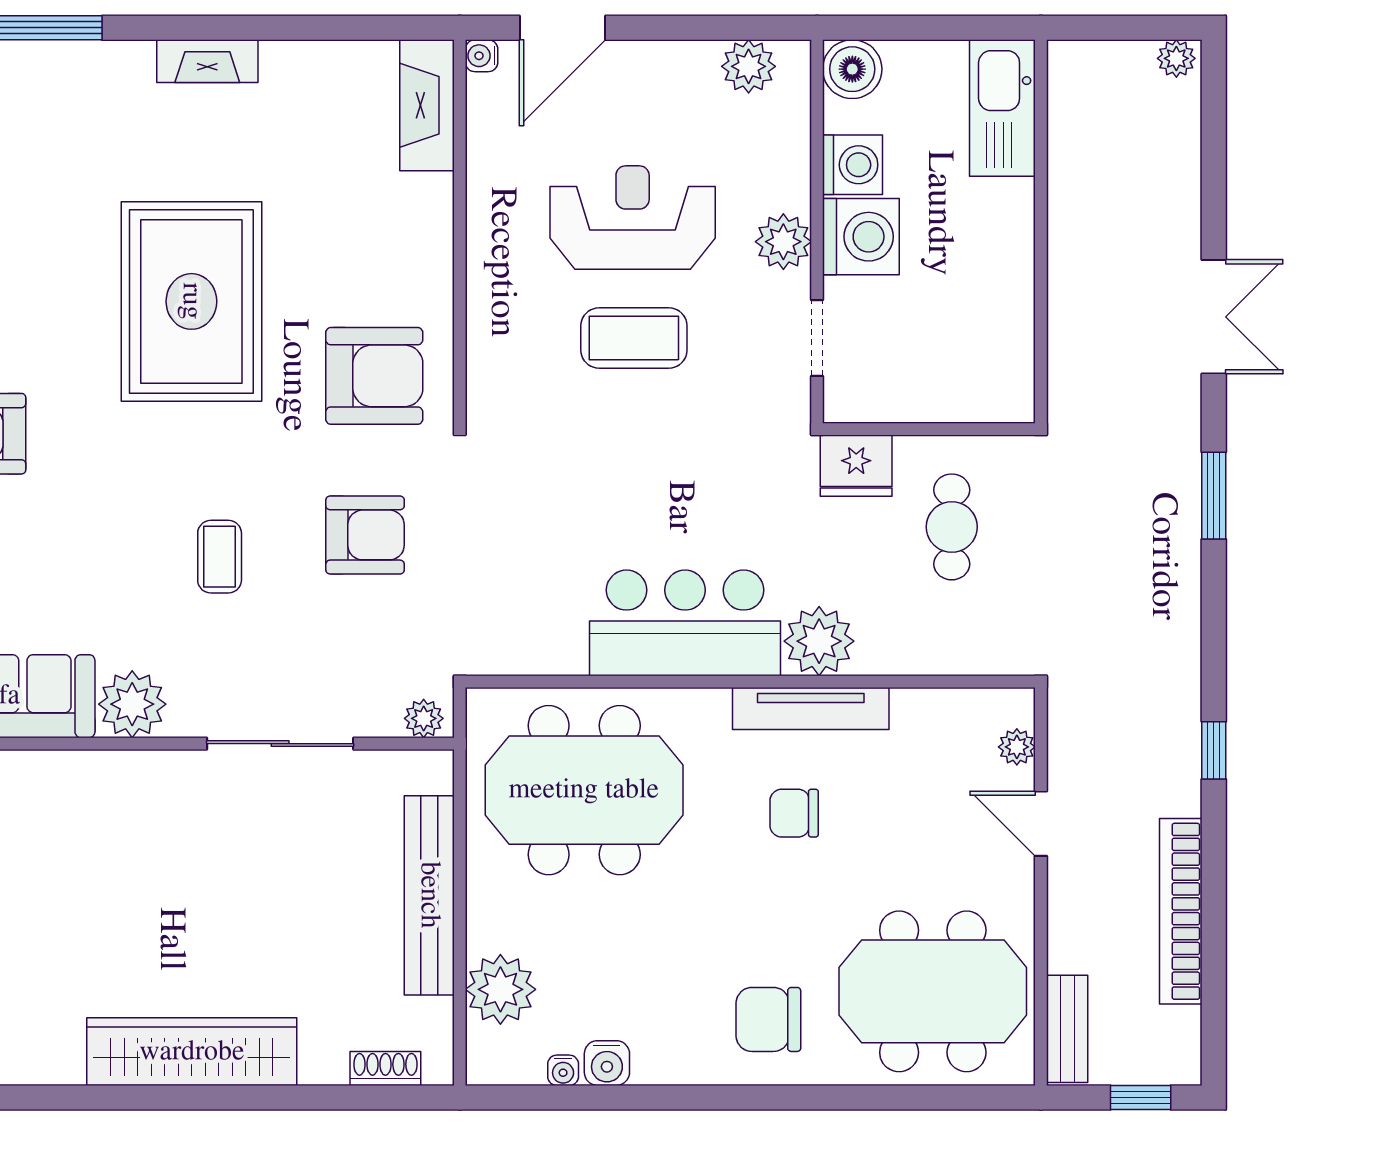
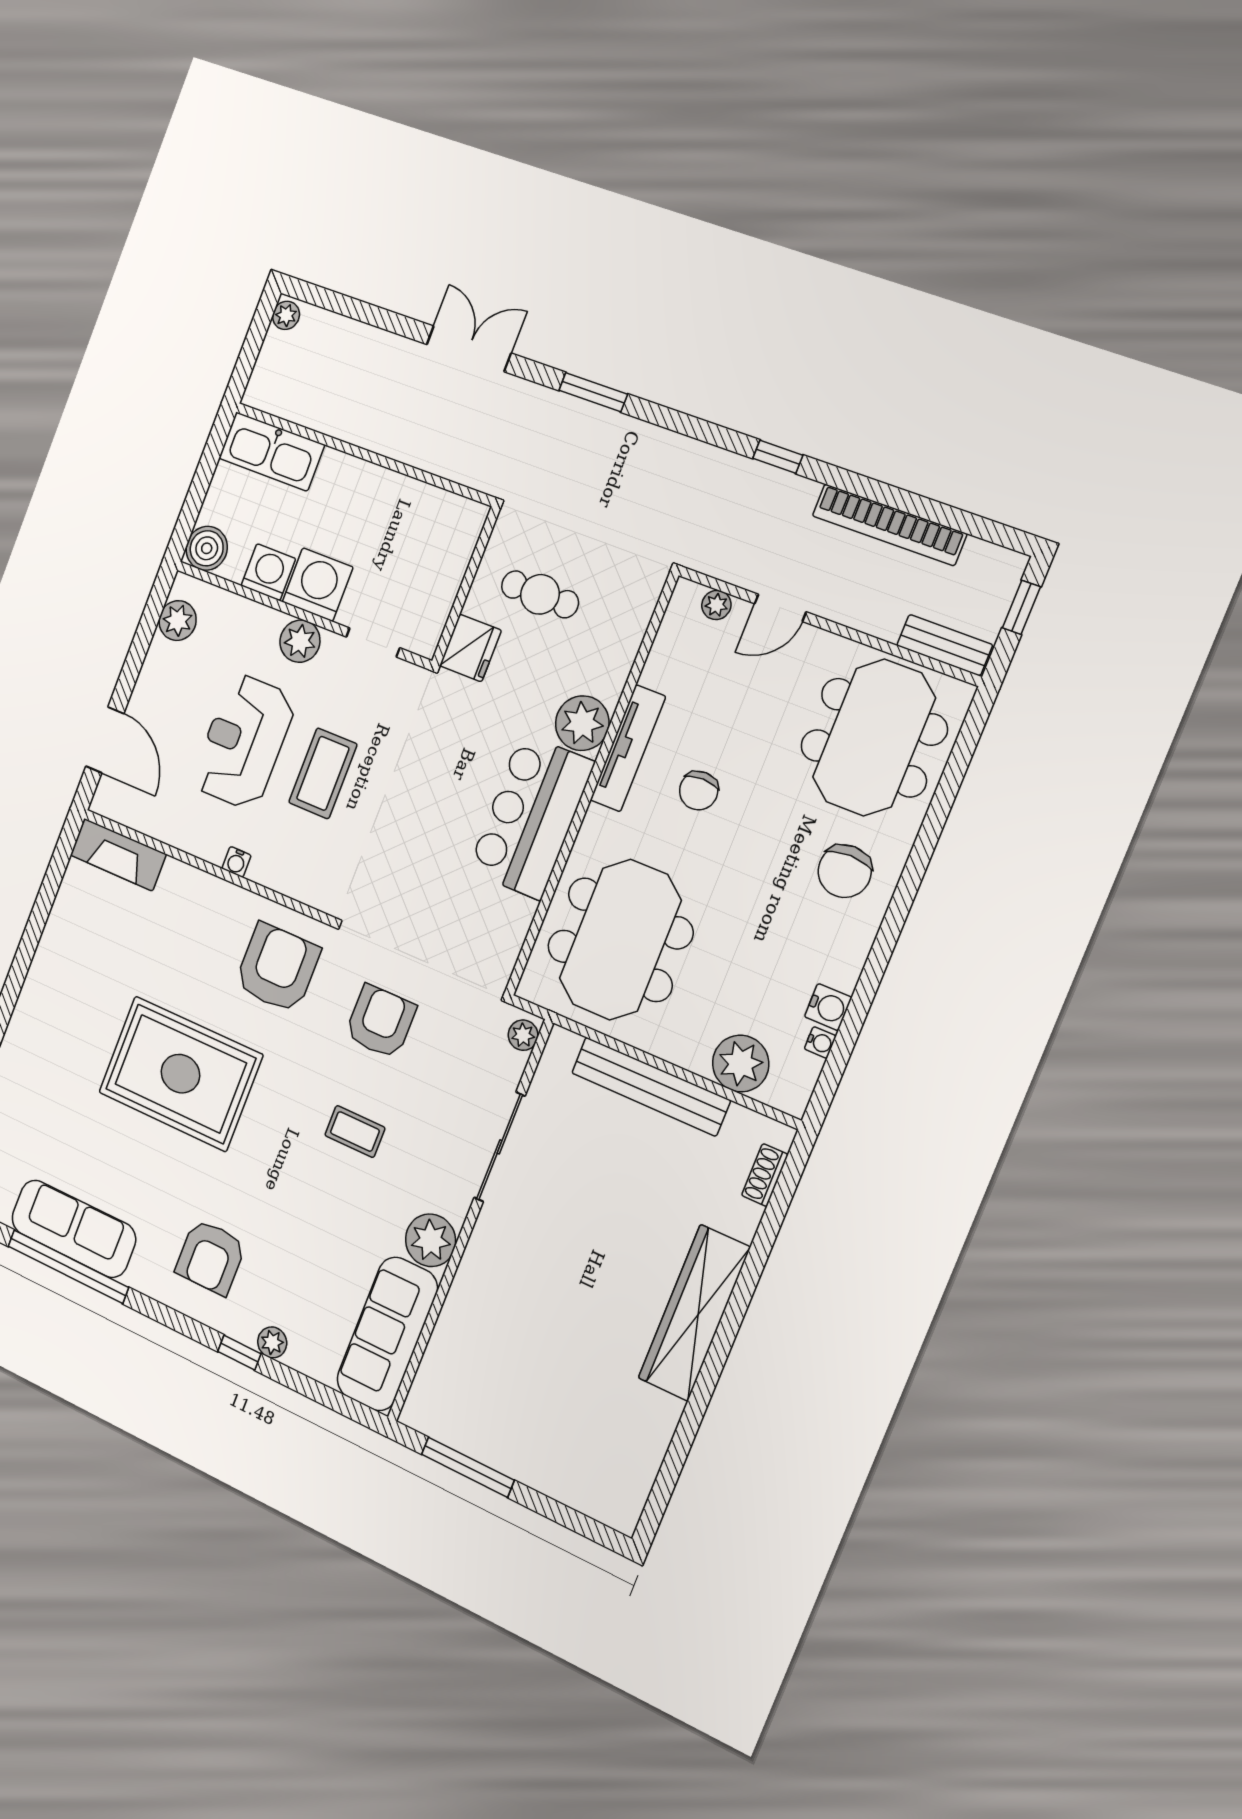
water cooler: (482, 56) -> (236, 862), moved
fireplace: (207, 61) -> (34, 993), removed

